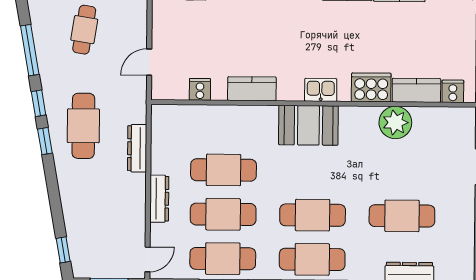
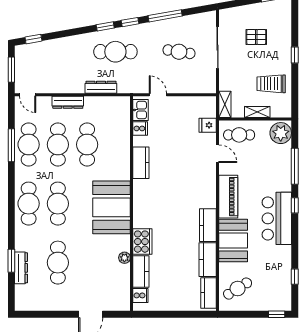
kitchen sink: (321, 90) -> (141, 110), moved
plant: (395, 122) -> (124, 258), width x0.53, depth x0.53
booth: (308, 125) -> (112, 207), width x1.36, depth x1.42

